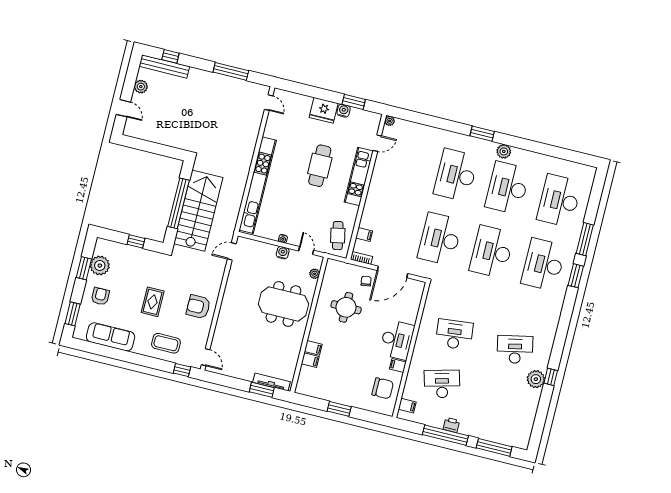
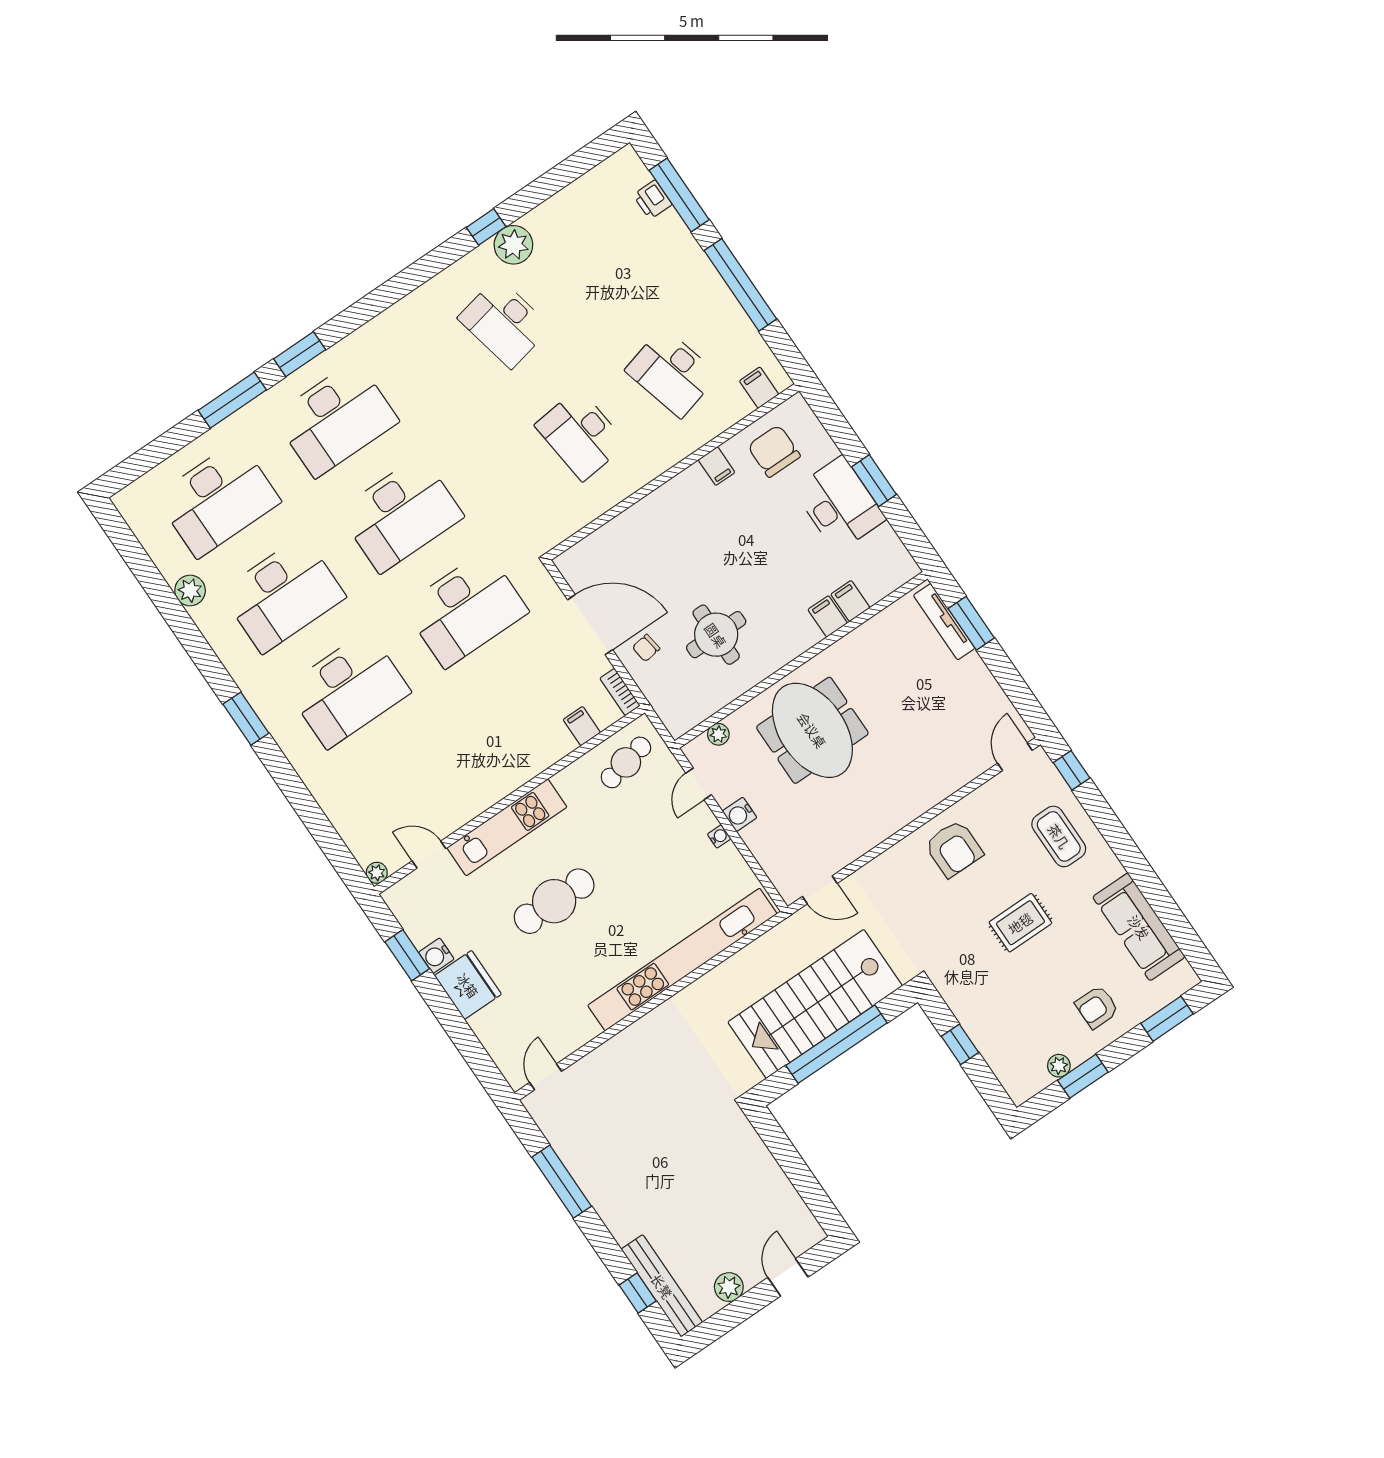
plant: (504, 151) -> (190, 591), moved
plant: (100, 266) -> (1059, 1066), width x0.53, depth x0.53
desk: (397, 340) -> (839, 504), moved, turned 90
printer: (451, 425) -> (652, 200), moved

